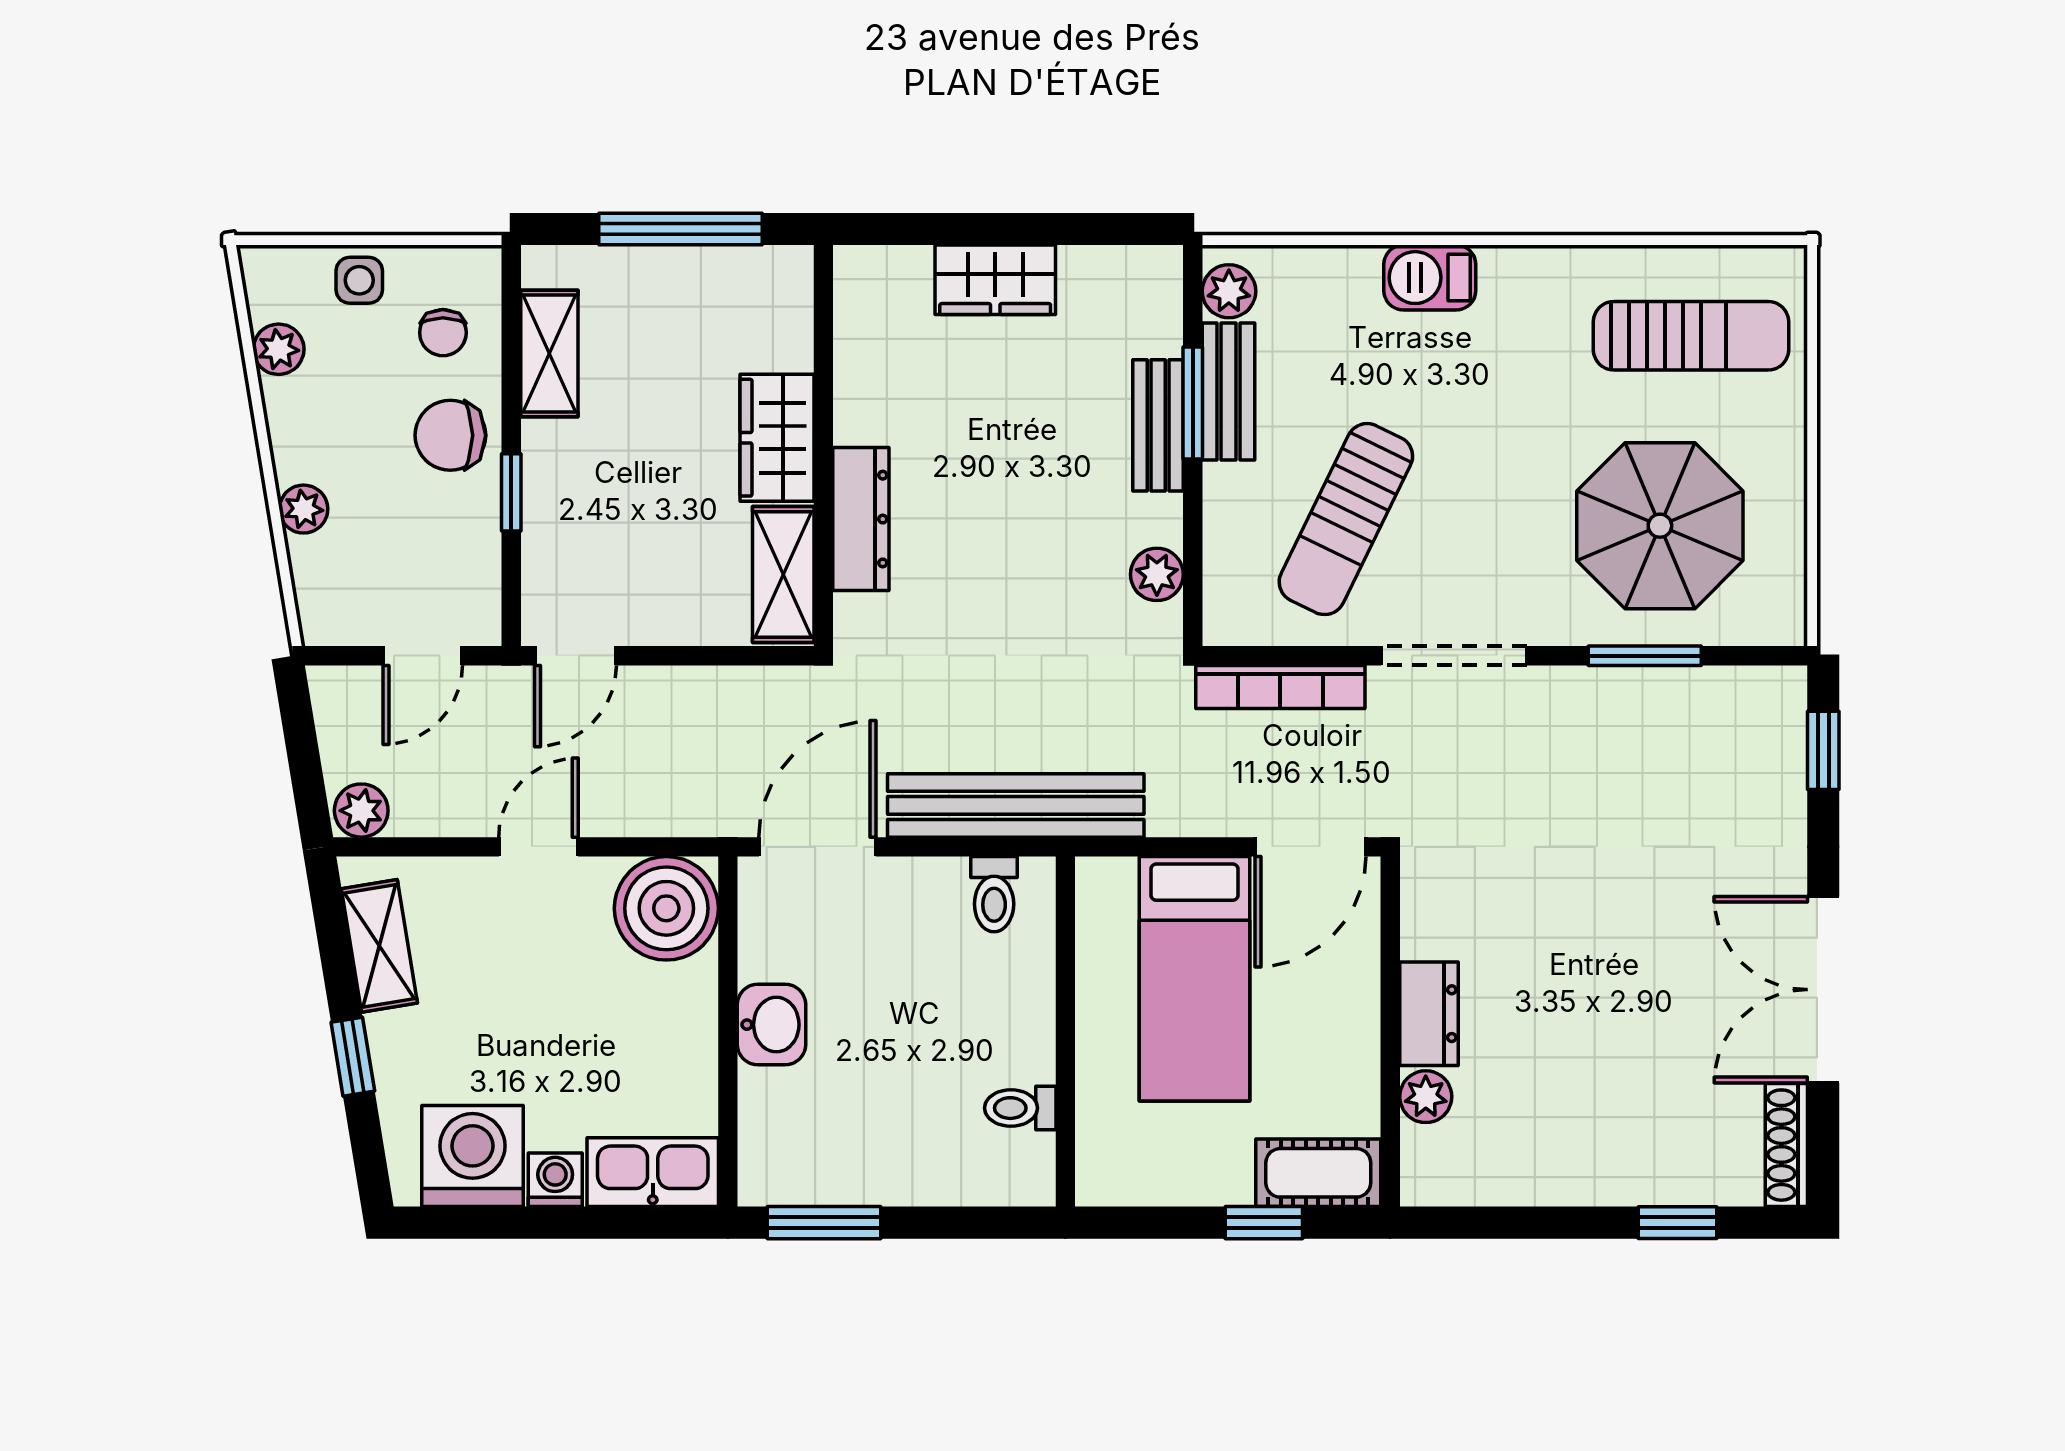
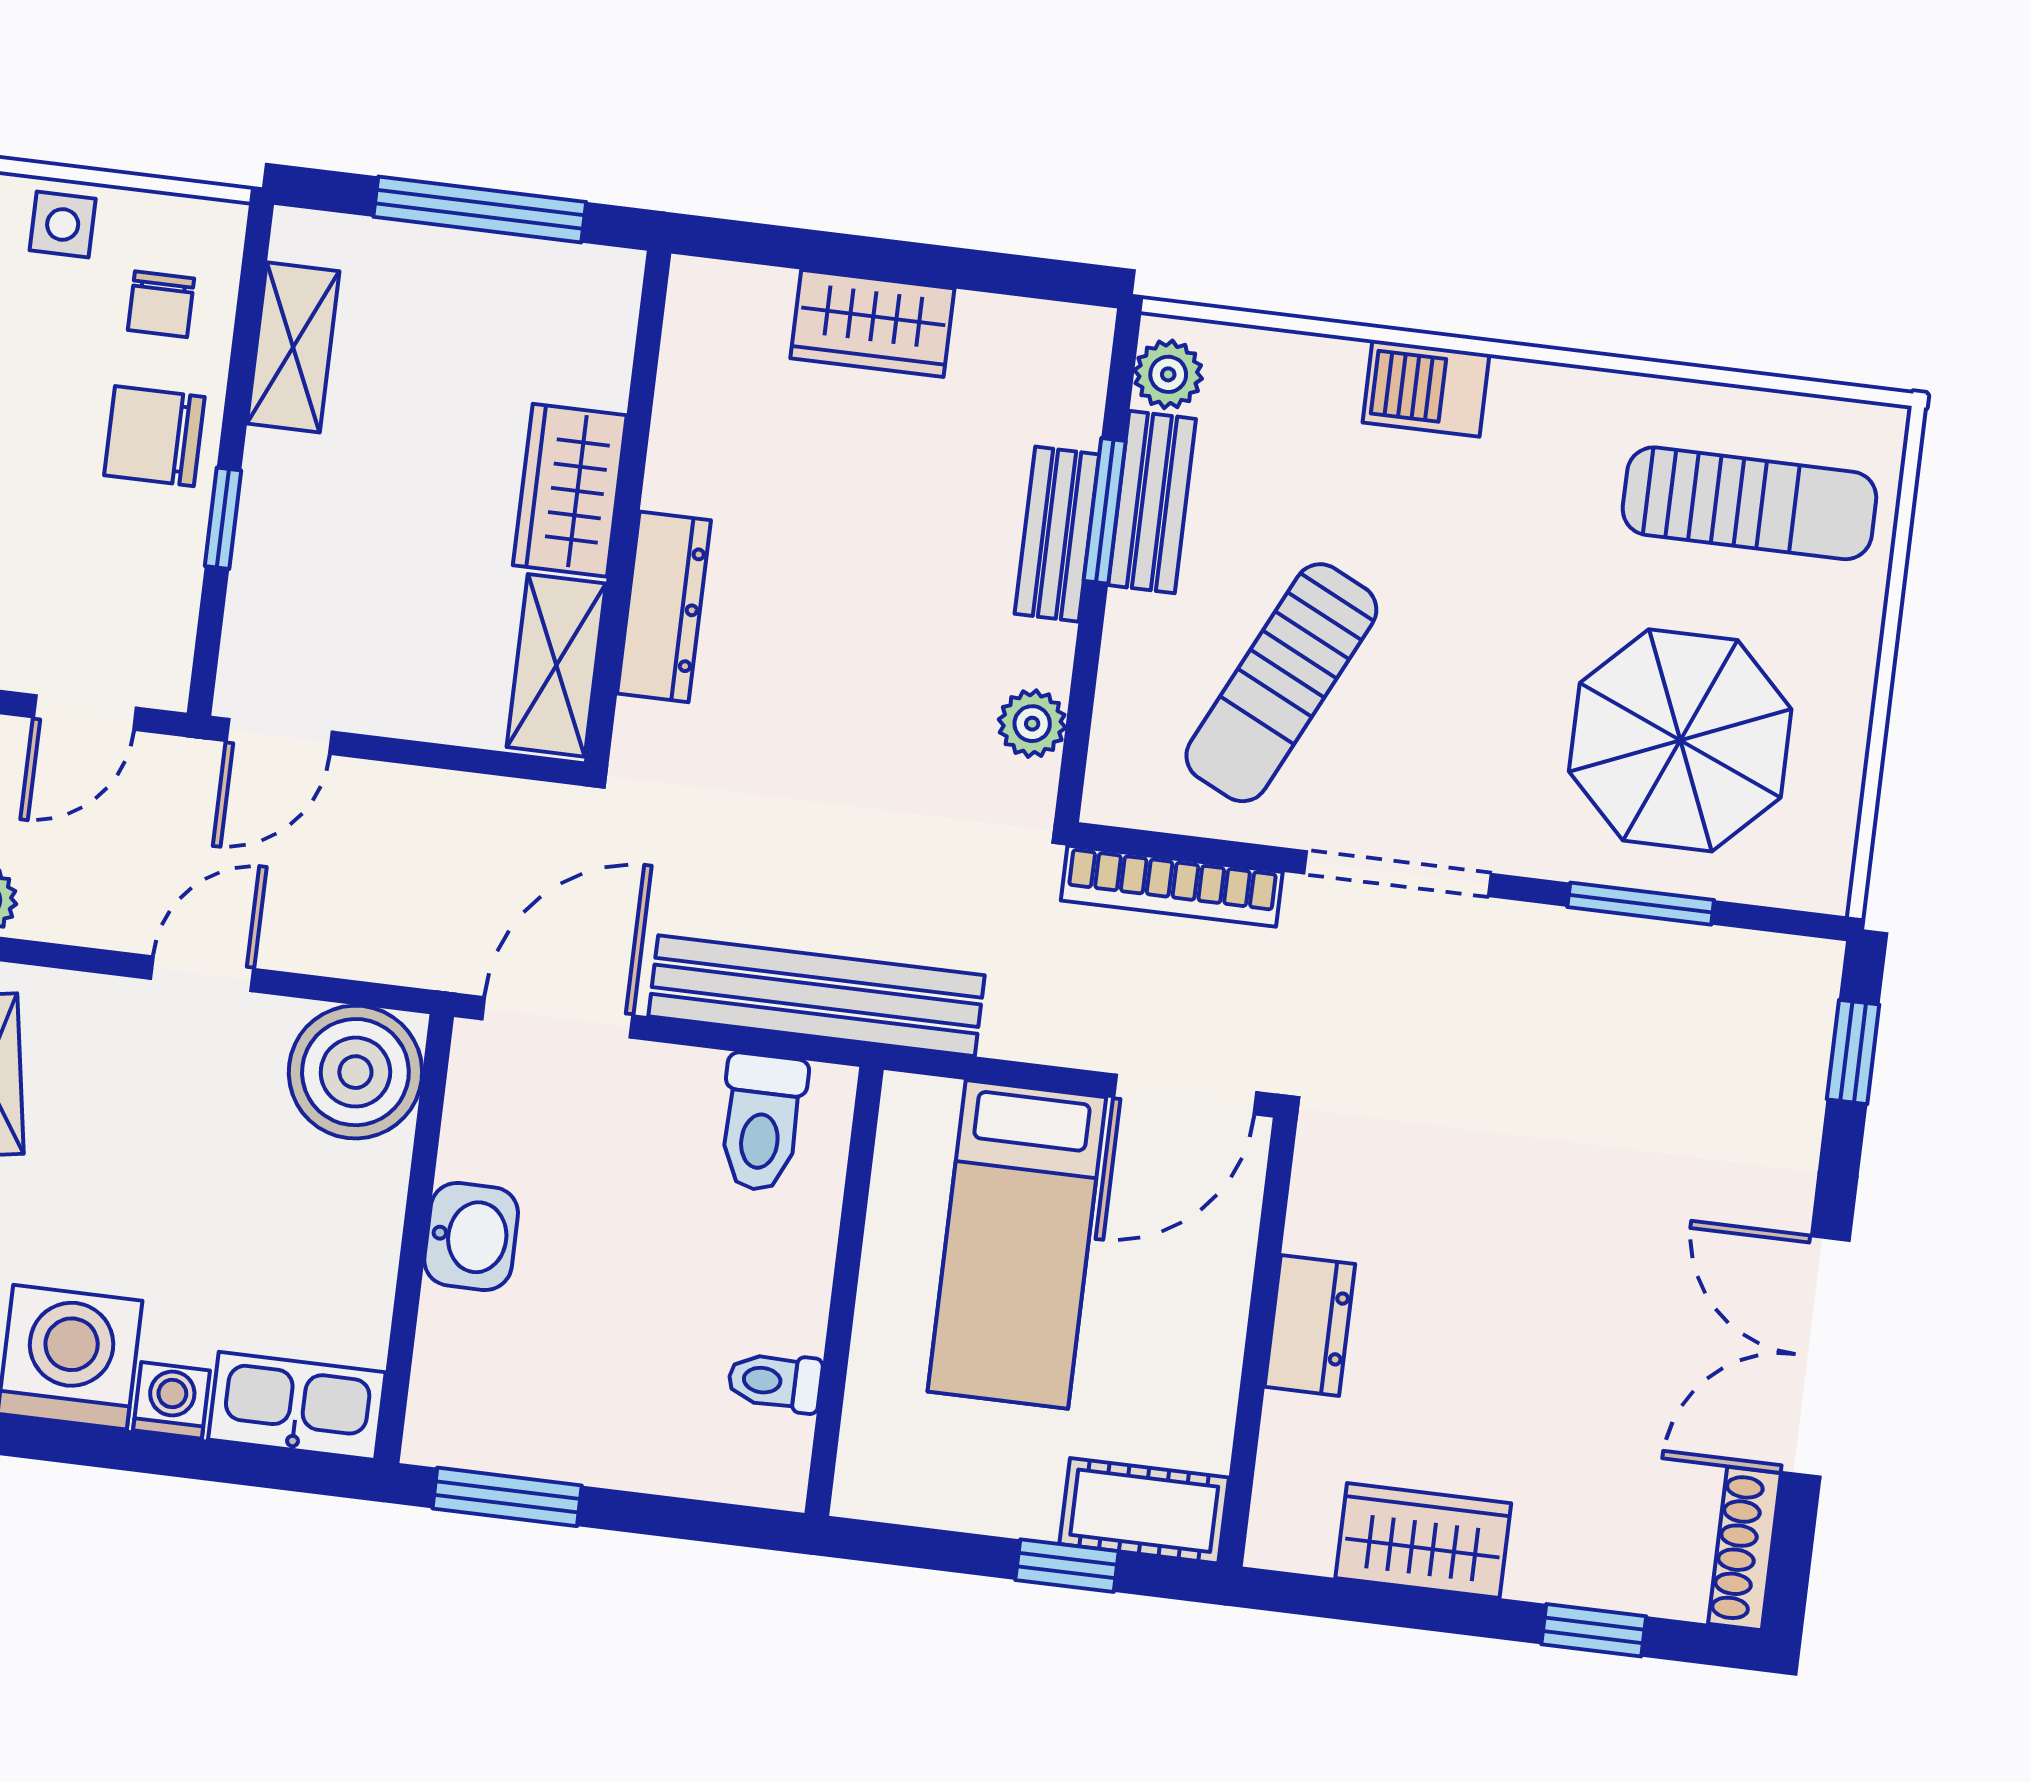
toilet: (994, 894) -> (762, 1122), width x1.37, depth x1.39
plant: (1426, 1097) -> (1293, 1431), removed
wardrobe: (1537, 1169) -> (1423, 1541), added

